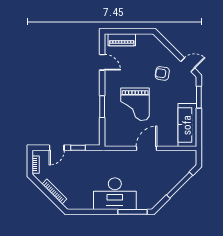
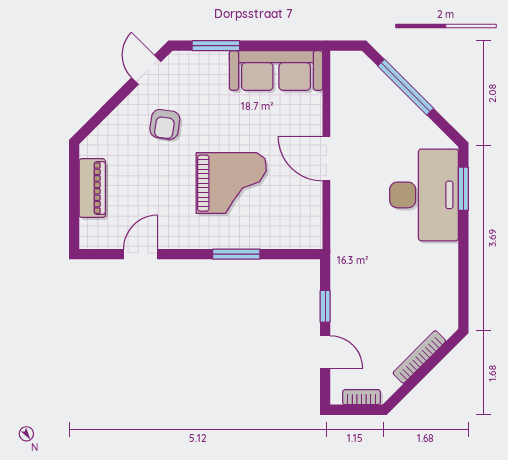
piano: (122, 40) -> (92, 188), moved
desk: (115, 194) -> (424, 195), moved
window: (132, 212) -> (463, 189), width x0.69

